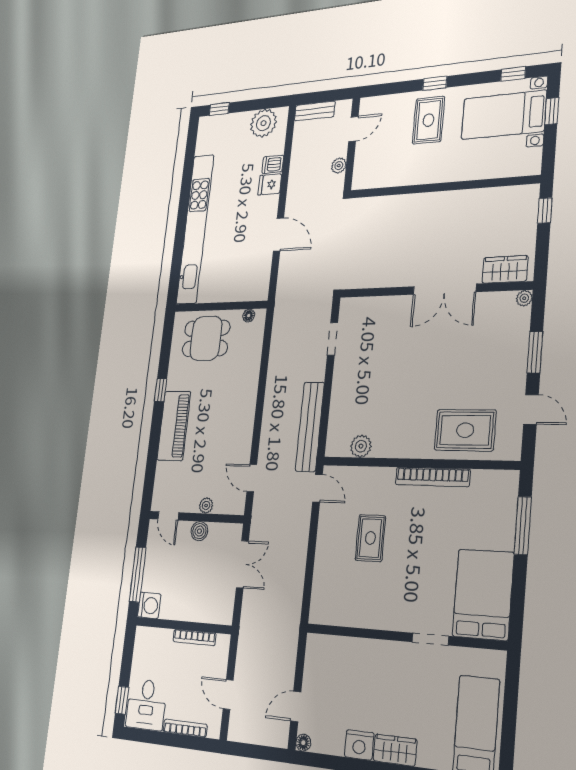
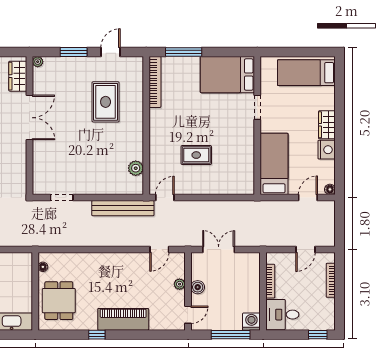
rug: (465, 430) -> (106, 102), moved
bookcase: (433, 477) -> (155, 82), moved
bed: (347, 658) -> (274, 164), added
desk: (146, 705) -> (282, 315), moved, turned 180
door: (296, 706) -> (308, 198), swing flipped

